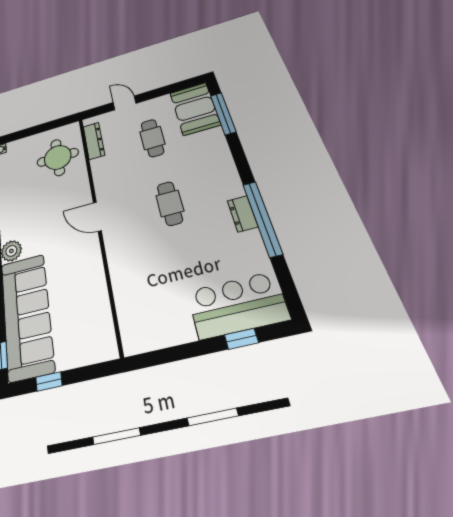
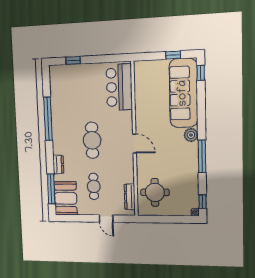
cafe table: (170, 203) -> (92, 140), width x1.37, depth x1.35
dresser: (243, 214) -> (58, 164), moved
bar counter: (237, 305) -> (119, 87), moved, turned 90

